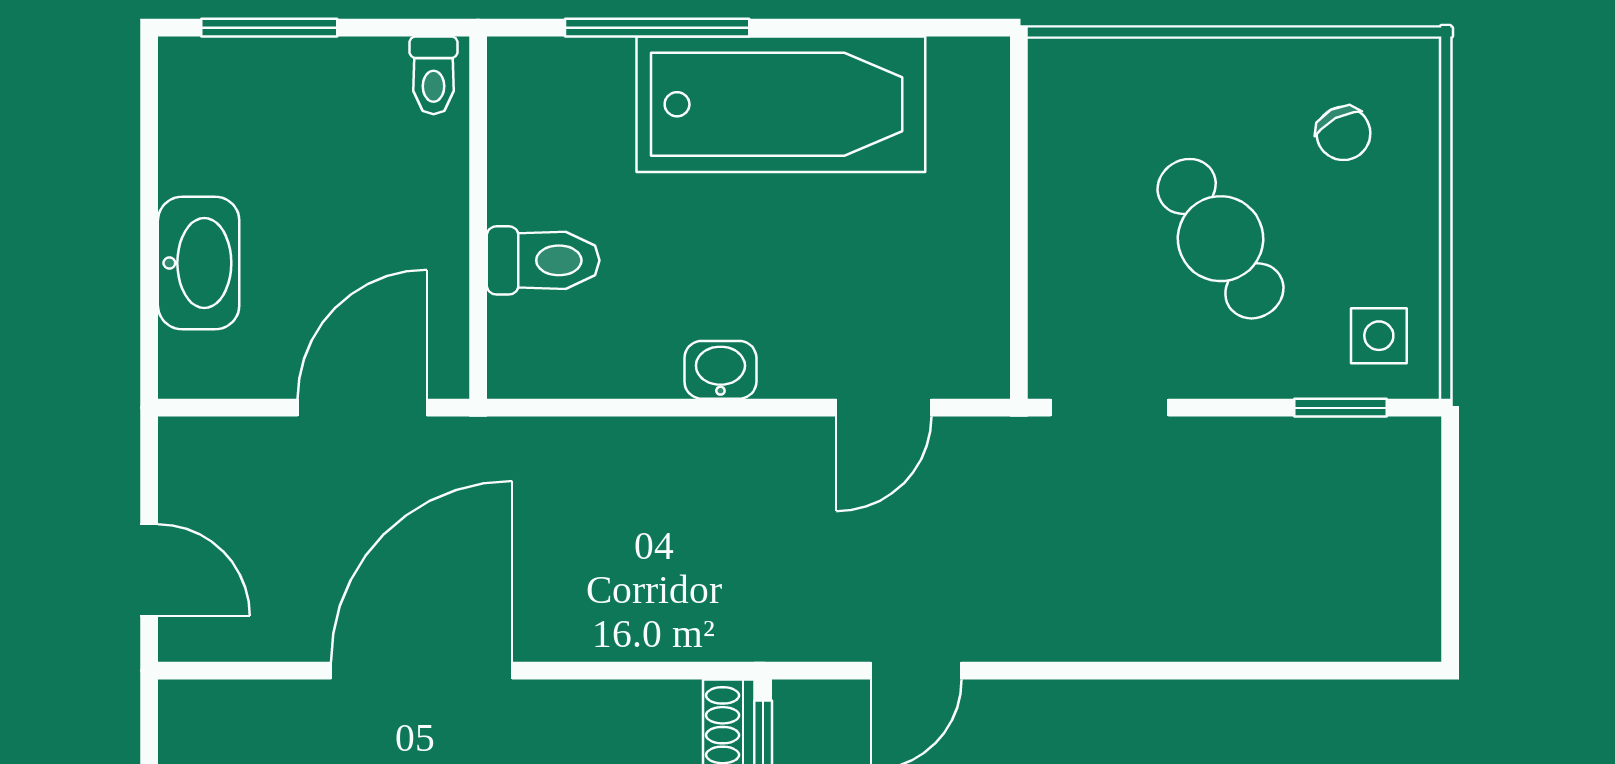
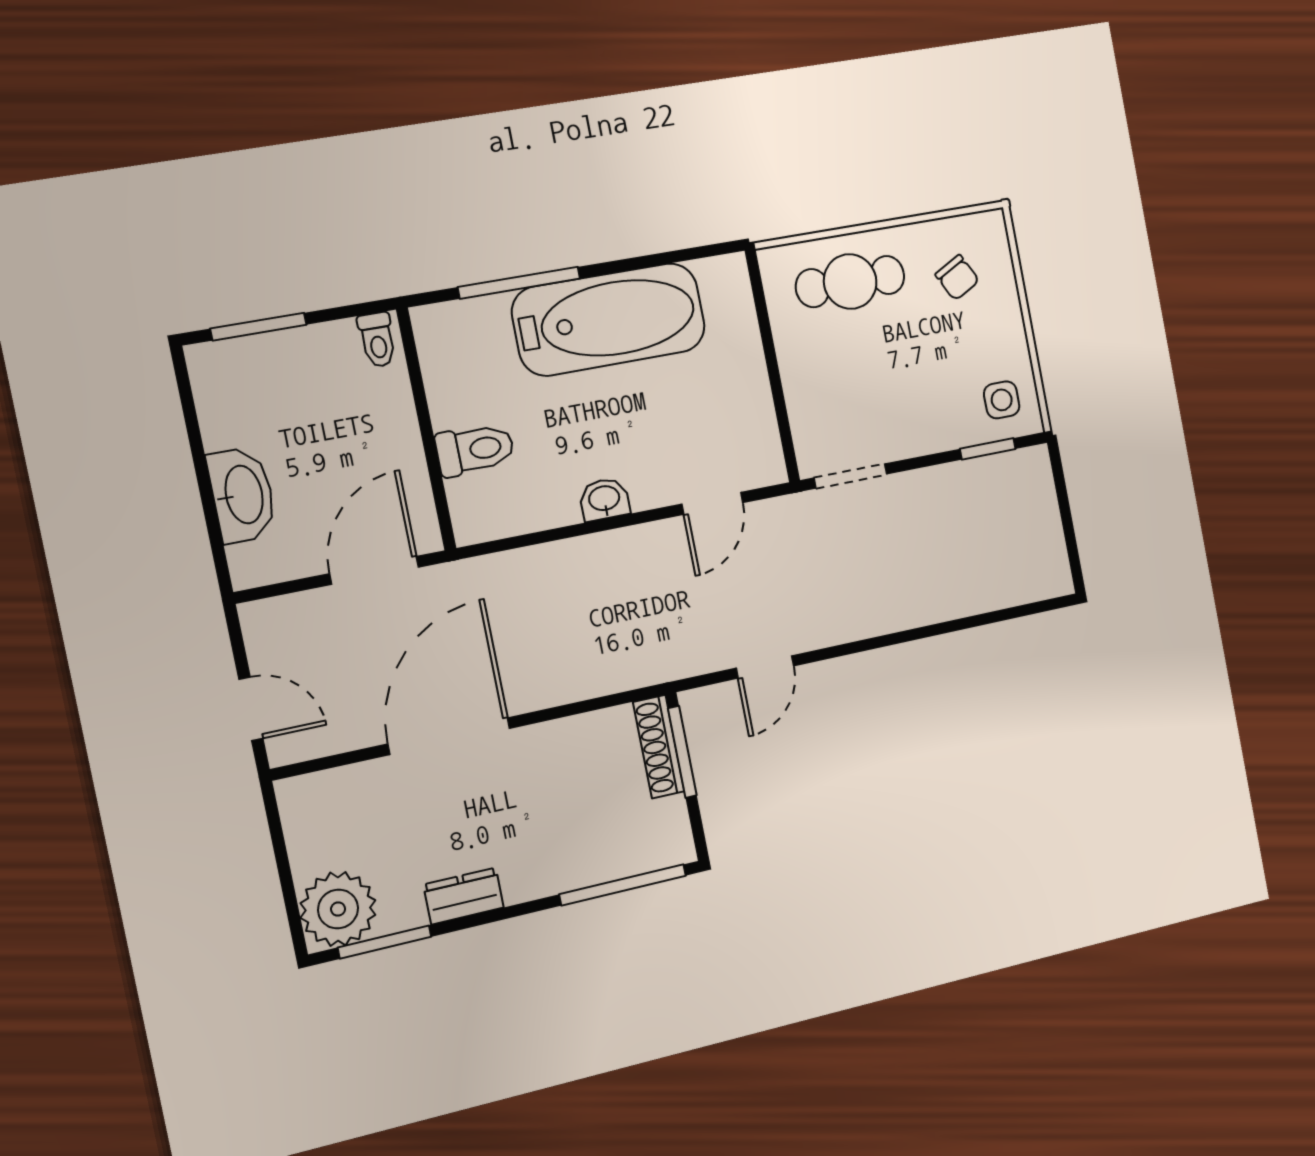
cafe table: (1221, 239) -> (850, 282), moved, turned -57

